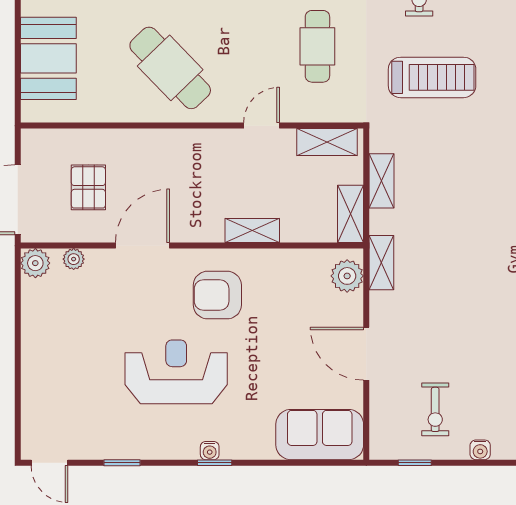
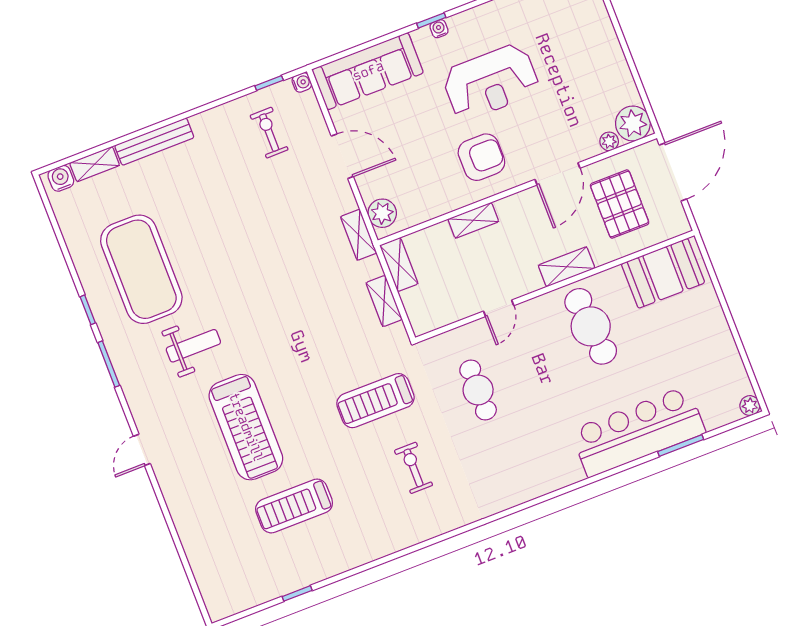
booth: (48, 58) -> (663, 273), moved, turned 90
cafe table: (170, 68) -> (591, 326), turned 39
shelving: (327, 142) -> (567, 267), moved
pallet: (88, 187) -> (620, 204), width x1.50, depth x1.42
plant: (35, 263) -> (633, 123), width x1.36, depth x1.36
sofa: (320, 435) -> (368, 71), width x1.36
water cooler: (480, 450) -> (302, 82), moved, turned 90

